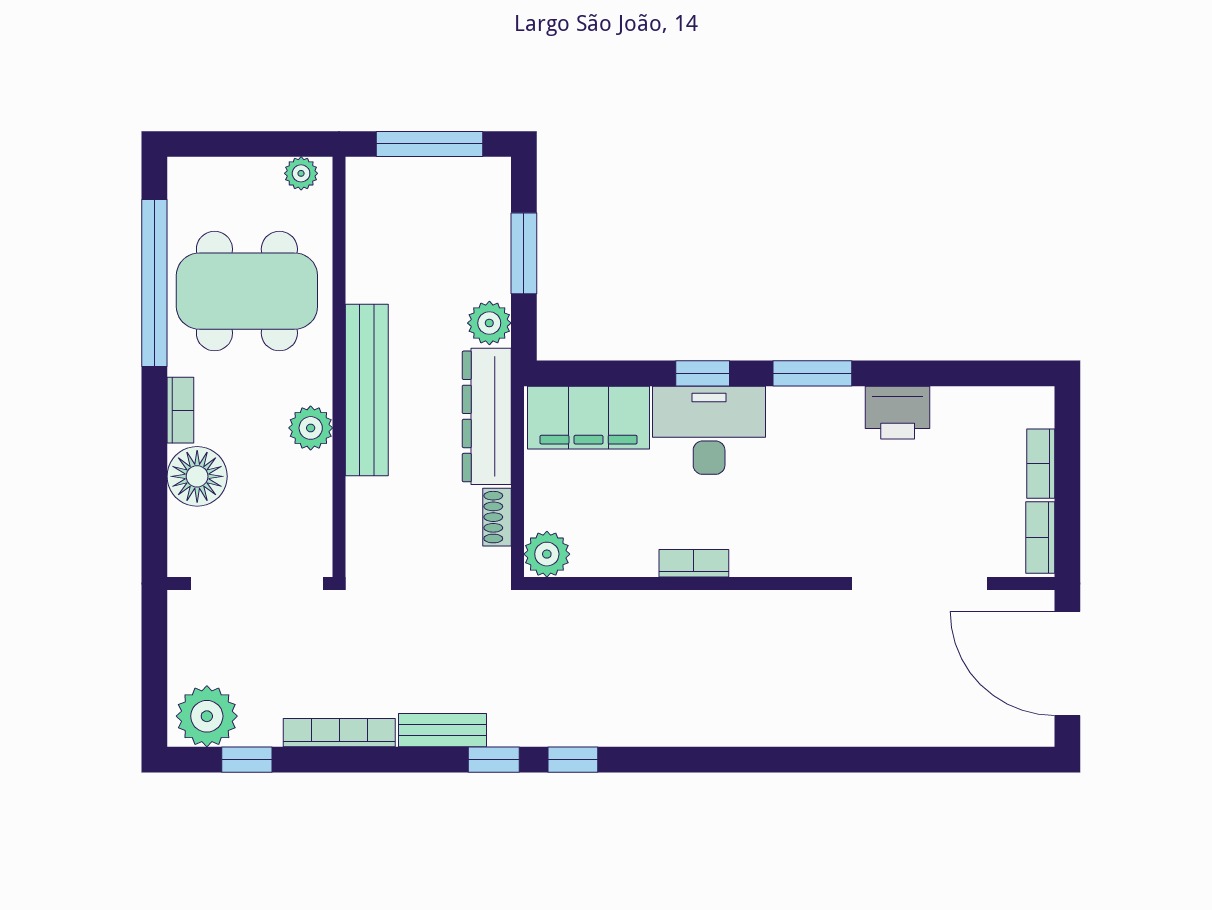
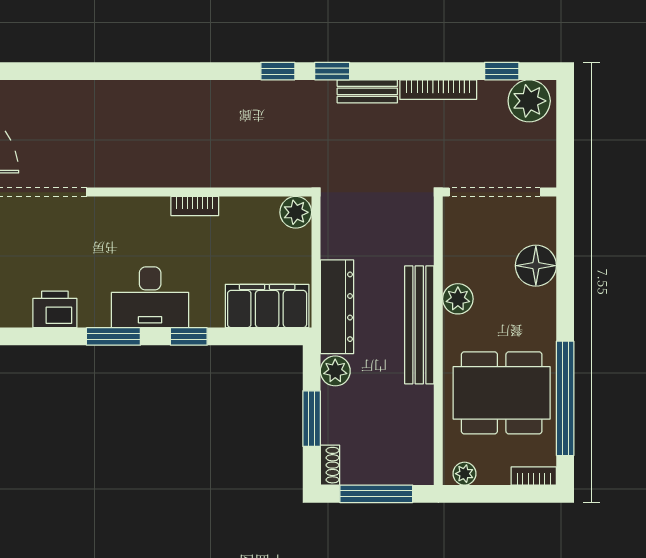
bookcase: (180, 410) -> (534, 476), moved, turned 90
desk: (709, 430) -> (150, 297), moved
shoe rack: (497, 517) -> (330, 465), moved

